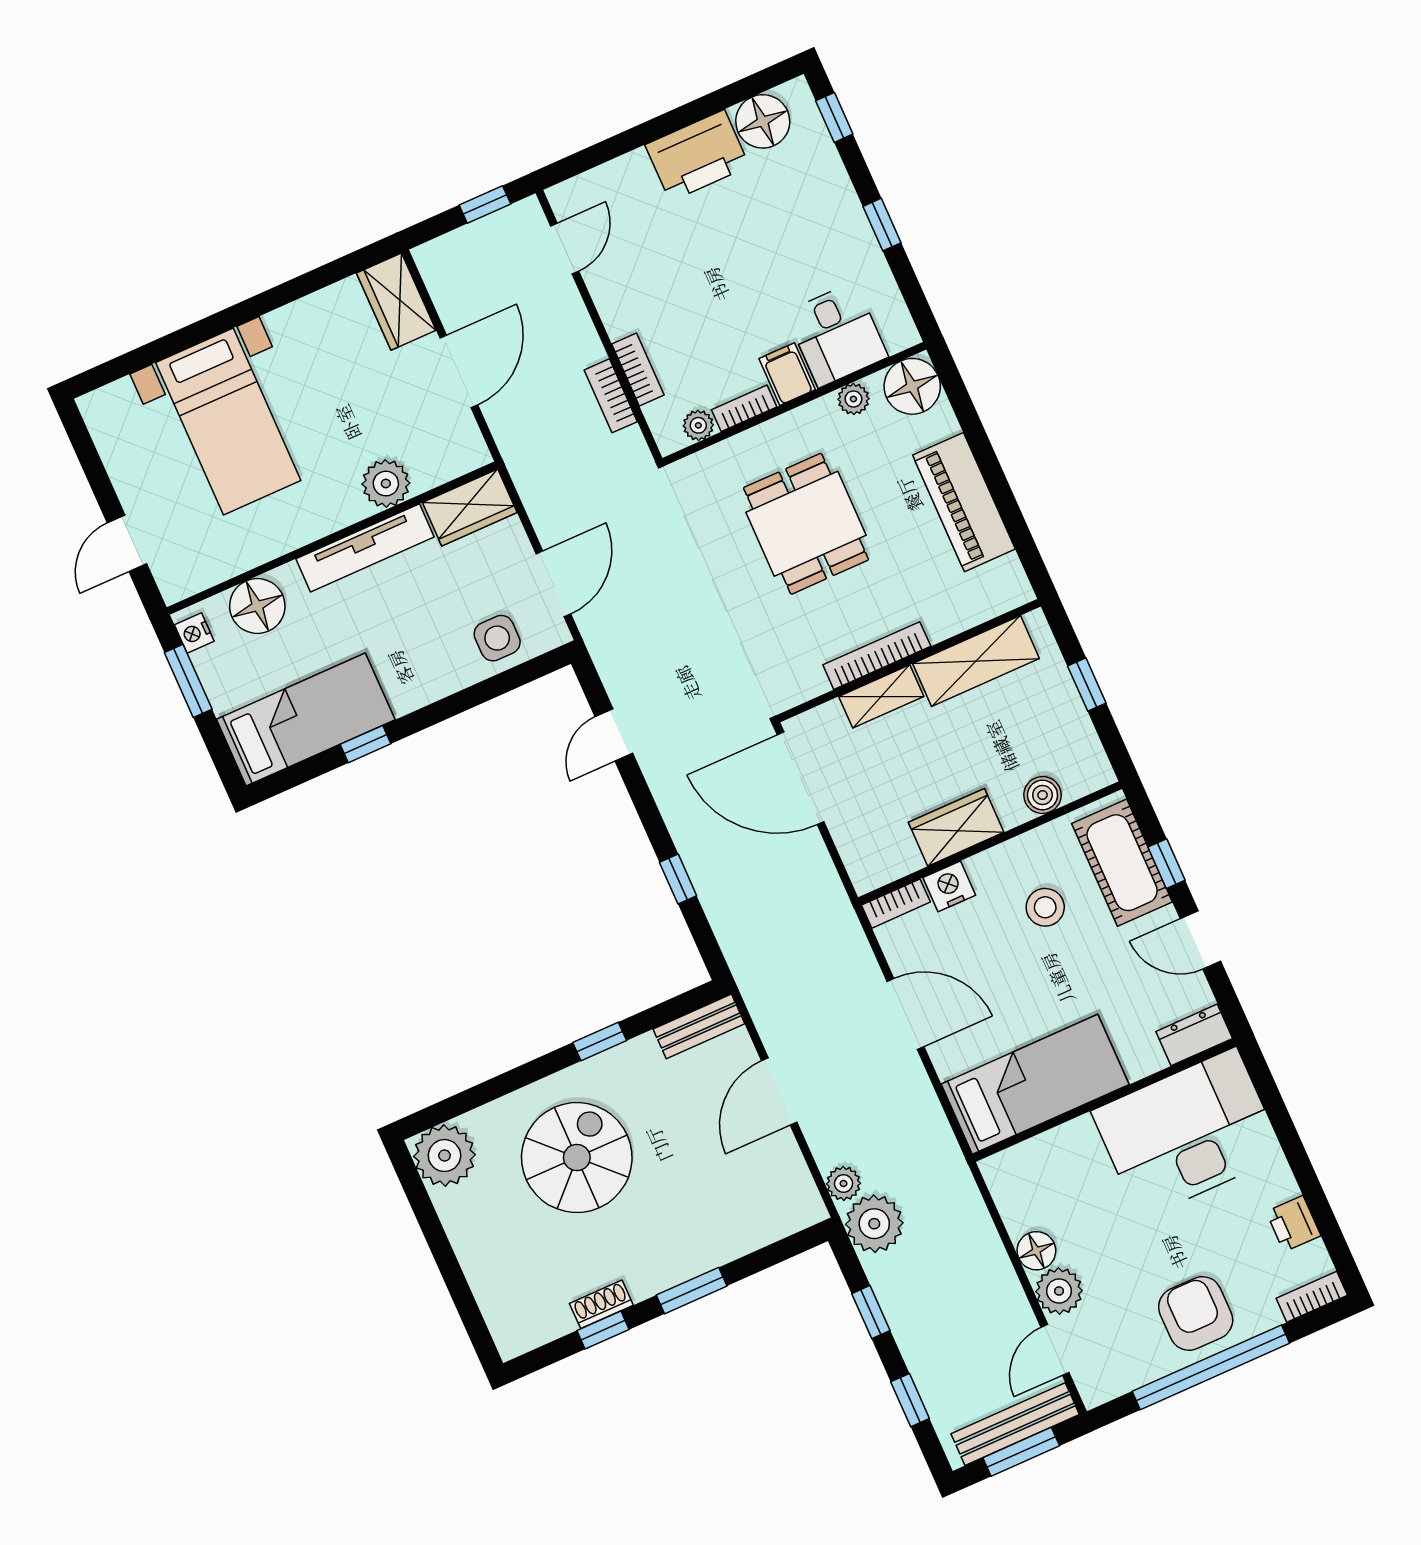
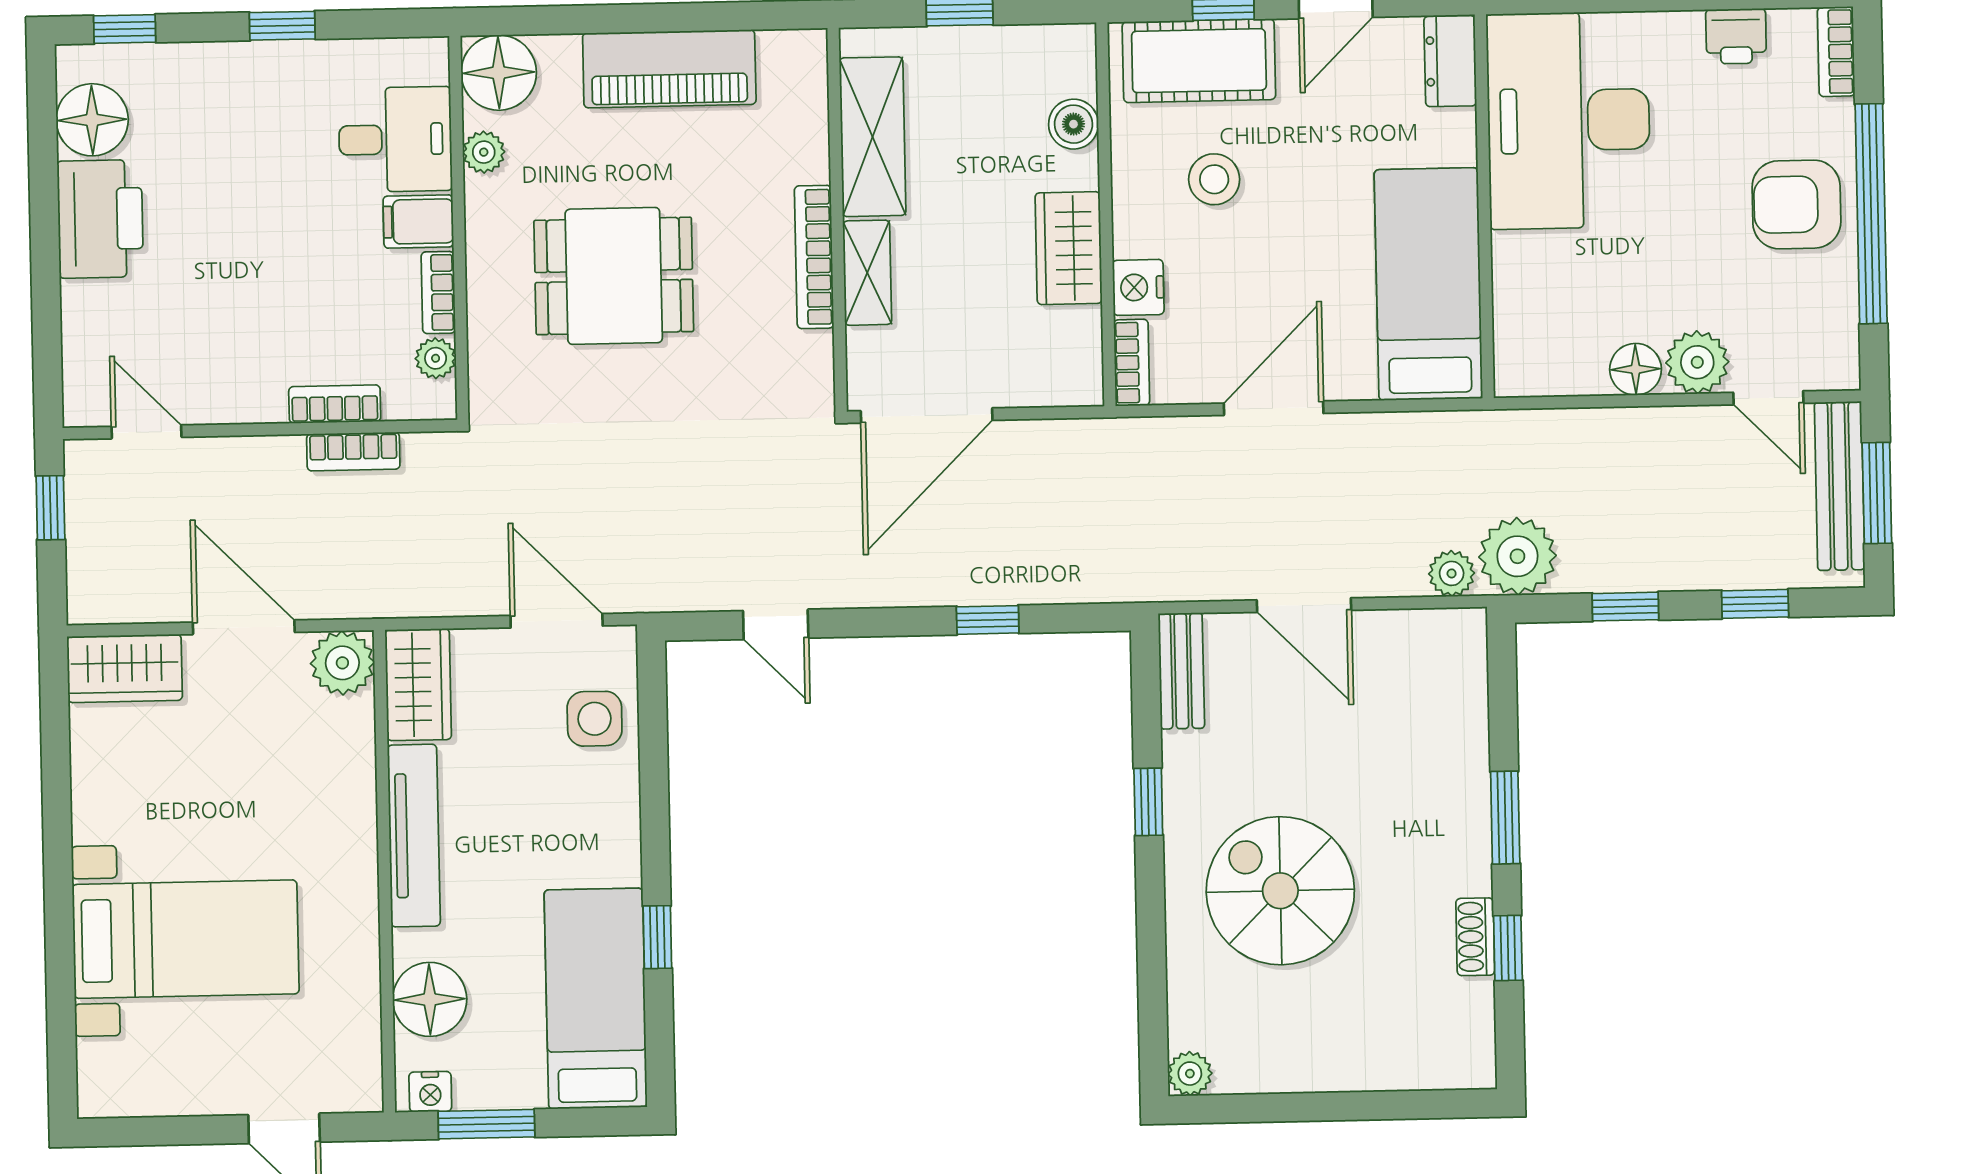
plant: (386, 484) -> (342, 663), moved
plant: (445, 1156) -> (1190, 1074), width x0.53, depth x0.53

